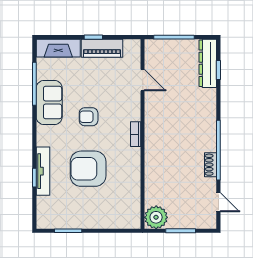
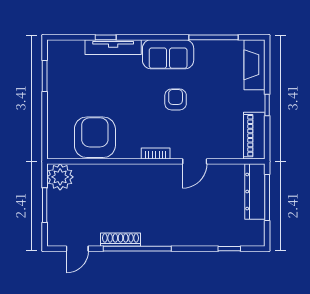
piano: (102, 48) -> (254, 136), moved
dresser: (208, 63) -> (255, 192), moved, turned -90
door: (143, 80) -> (195, 161), moved
sofa: (49, 102) -> (168, 54), moved
shoe rack: (211, 165) -> (121, 240), width x1.43
armchair: (88, 169) -> (95, 137), moved

